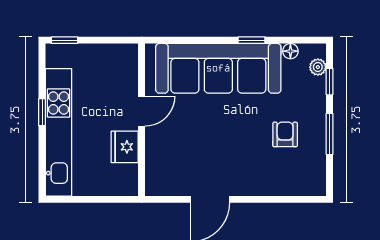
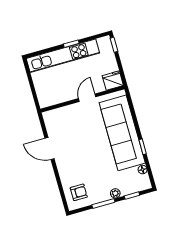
plant: (318, 67) -> (115, 193), moved
door: (142, 111) -> (87, 98), swing flipped
armchair: (285, 134) -> (79, 192), moved
fridge: (125, 147) -> (113, 81), moved

